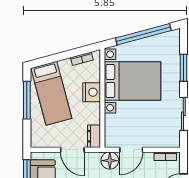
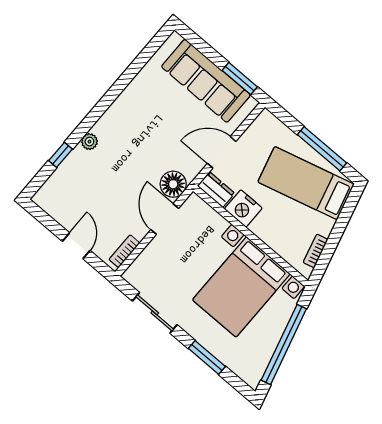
nightstand: (92, 92) -> (243, 209), moved

